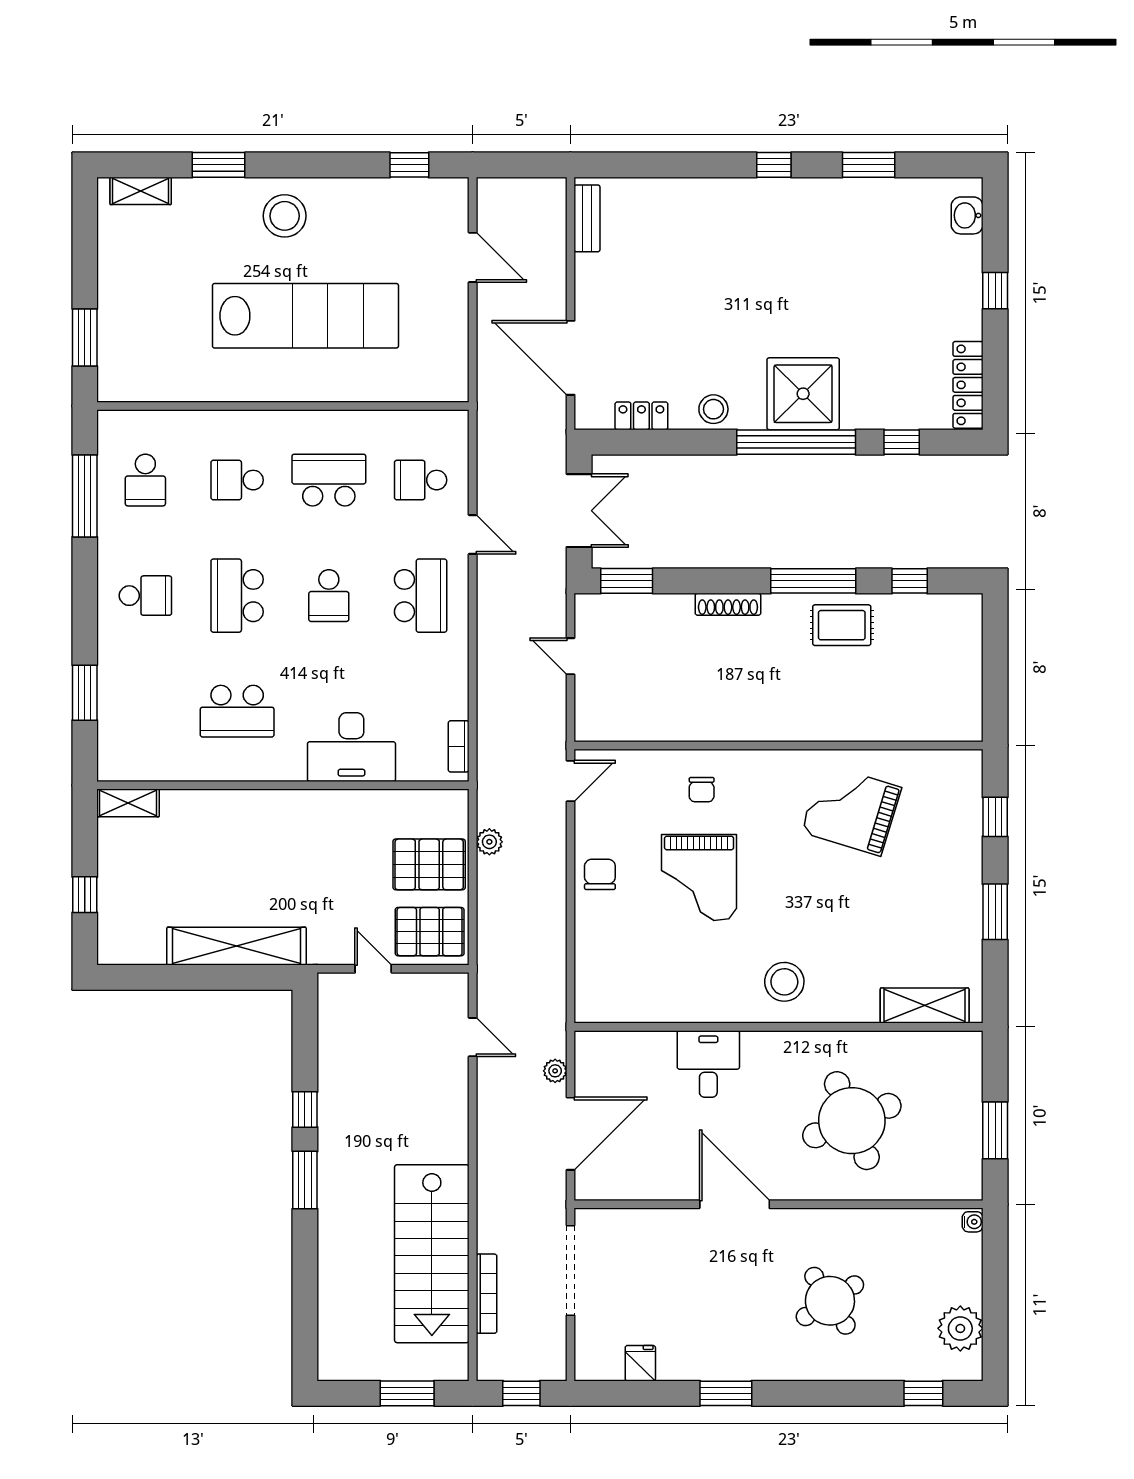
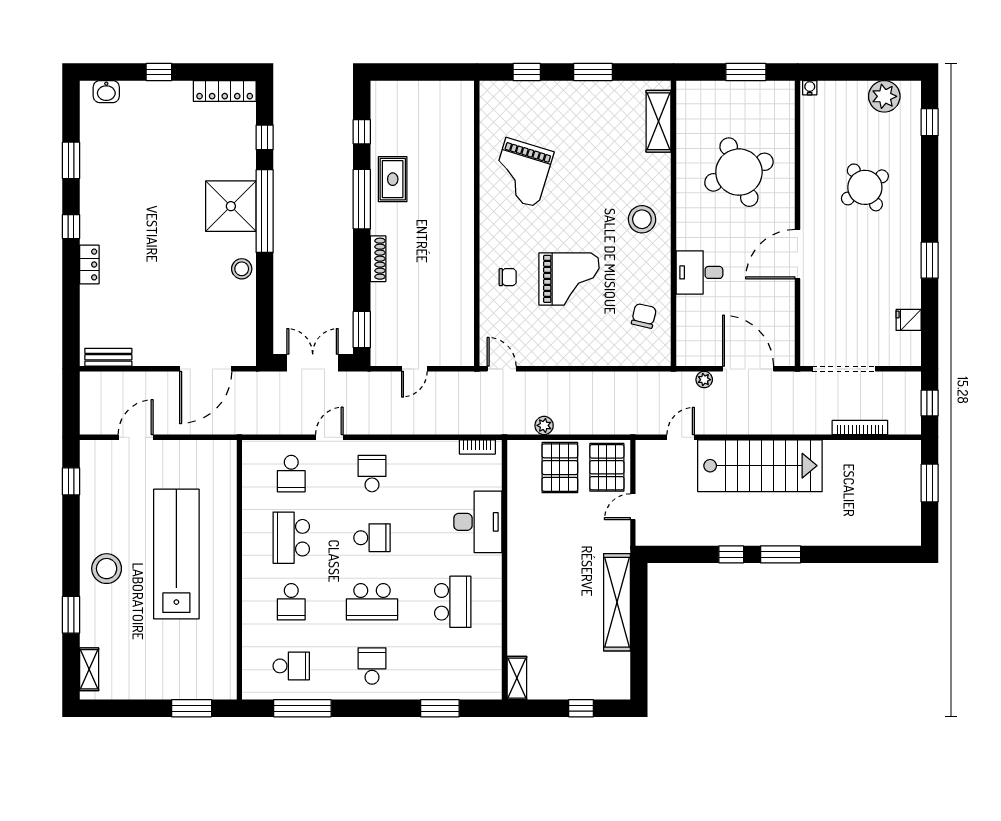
locker: (641, 416) -> (89, 265), moved, turned 180
school desk: (421, 596) -> (372, 474), width x0.54
chair: (600, 874) -> (644, 316), moved, turned 103
stairs: (432, 1254) -> (760, 466), moved

